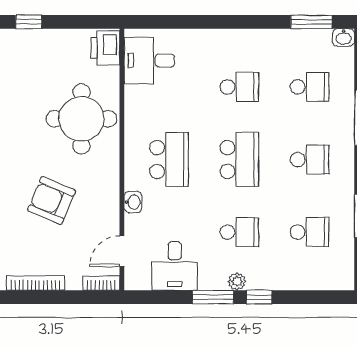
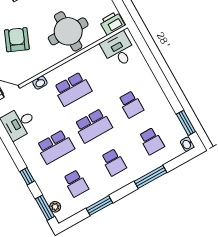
school desk: (239, 232) -> (55, 147), width x1.85
plant: (237, 281) -> (55, 207), moved
window: (213, 297) -> (45, 208), moved

